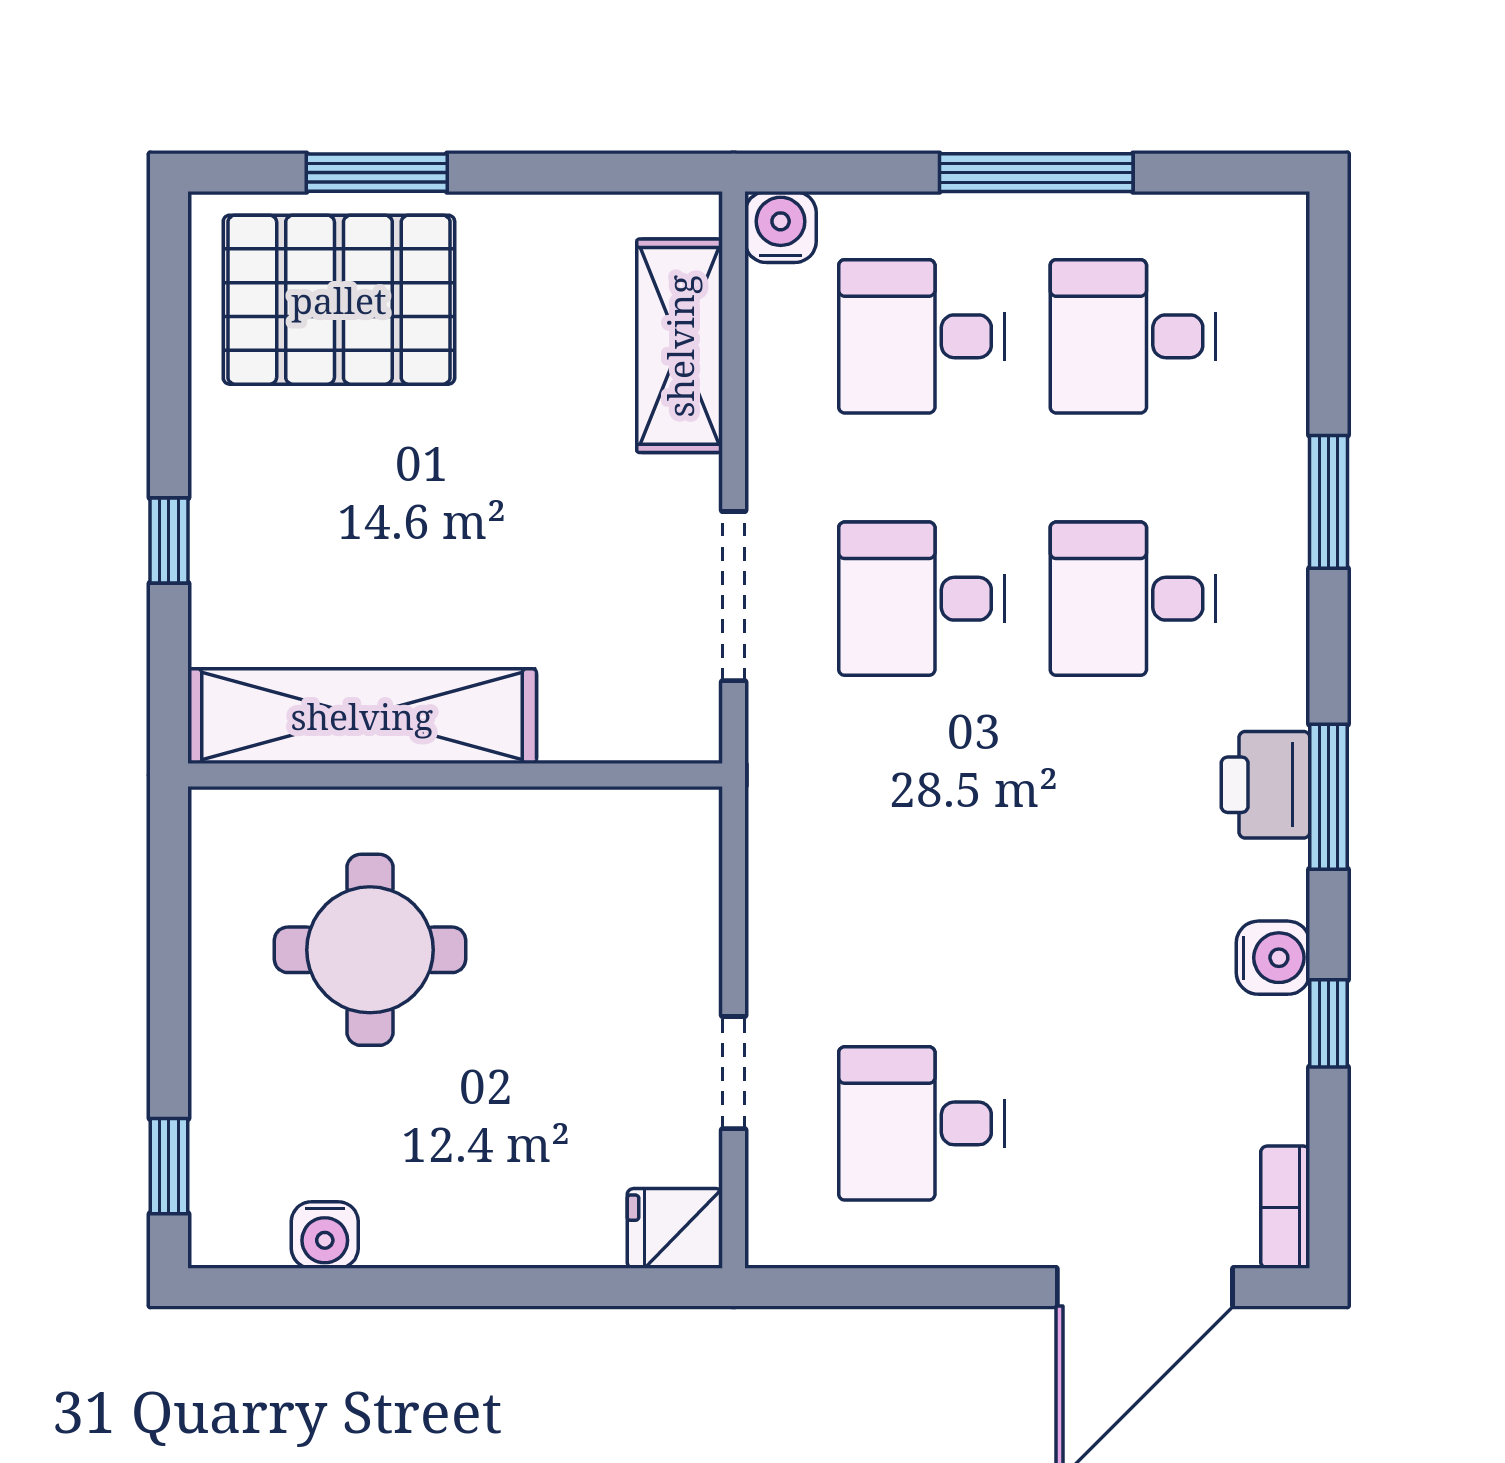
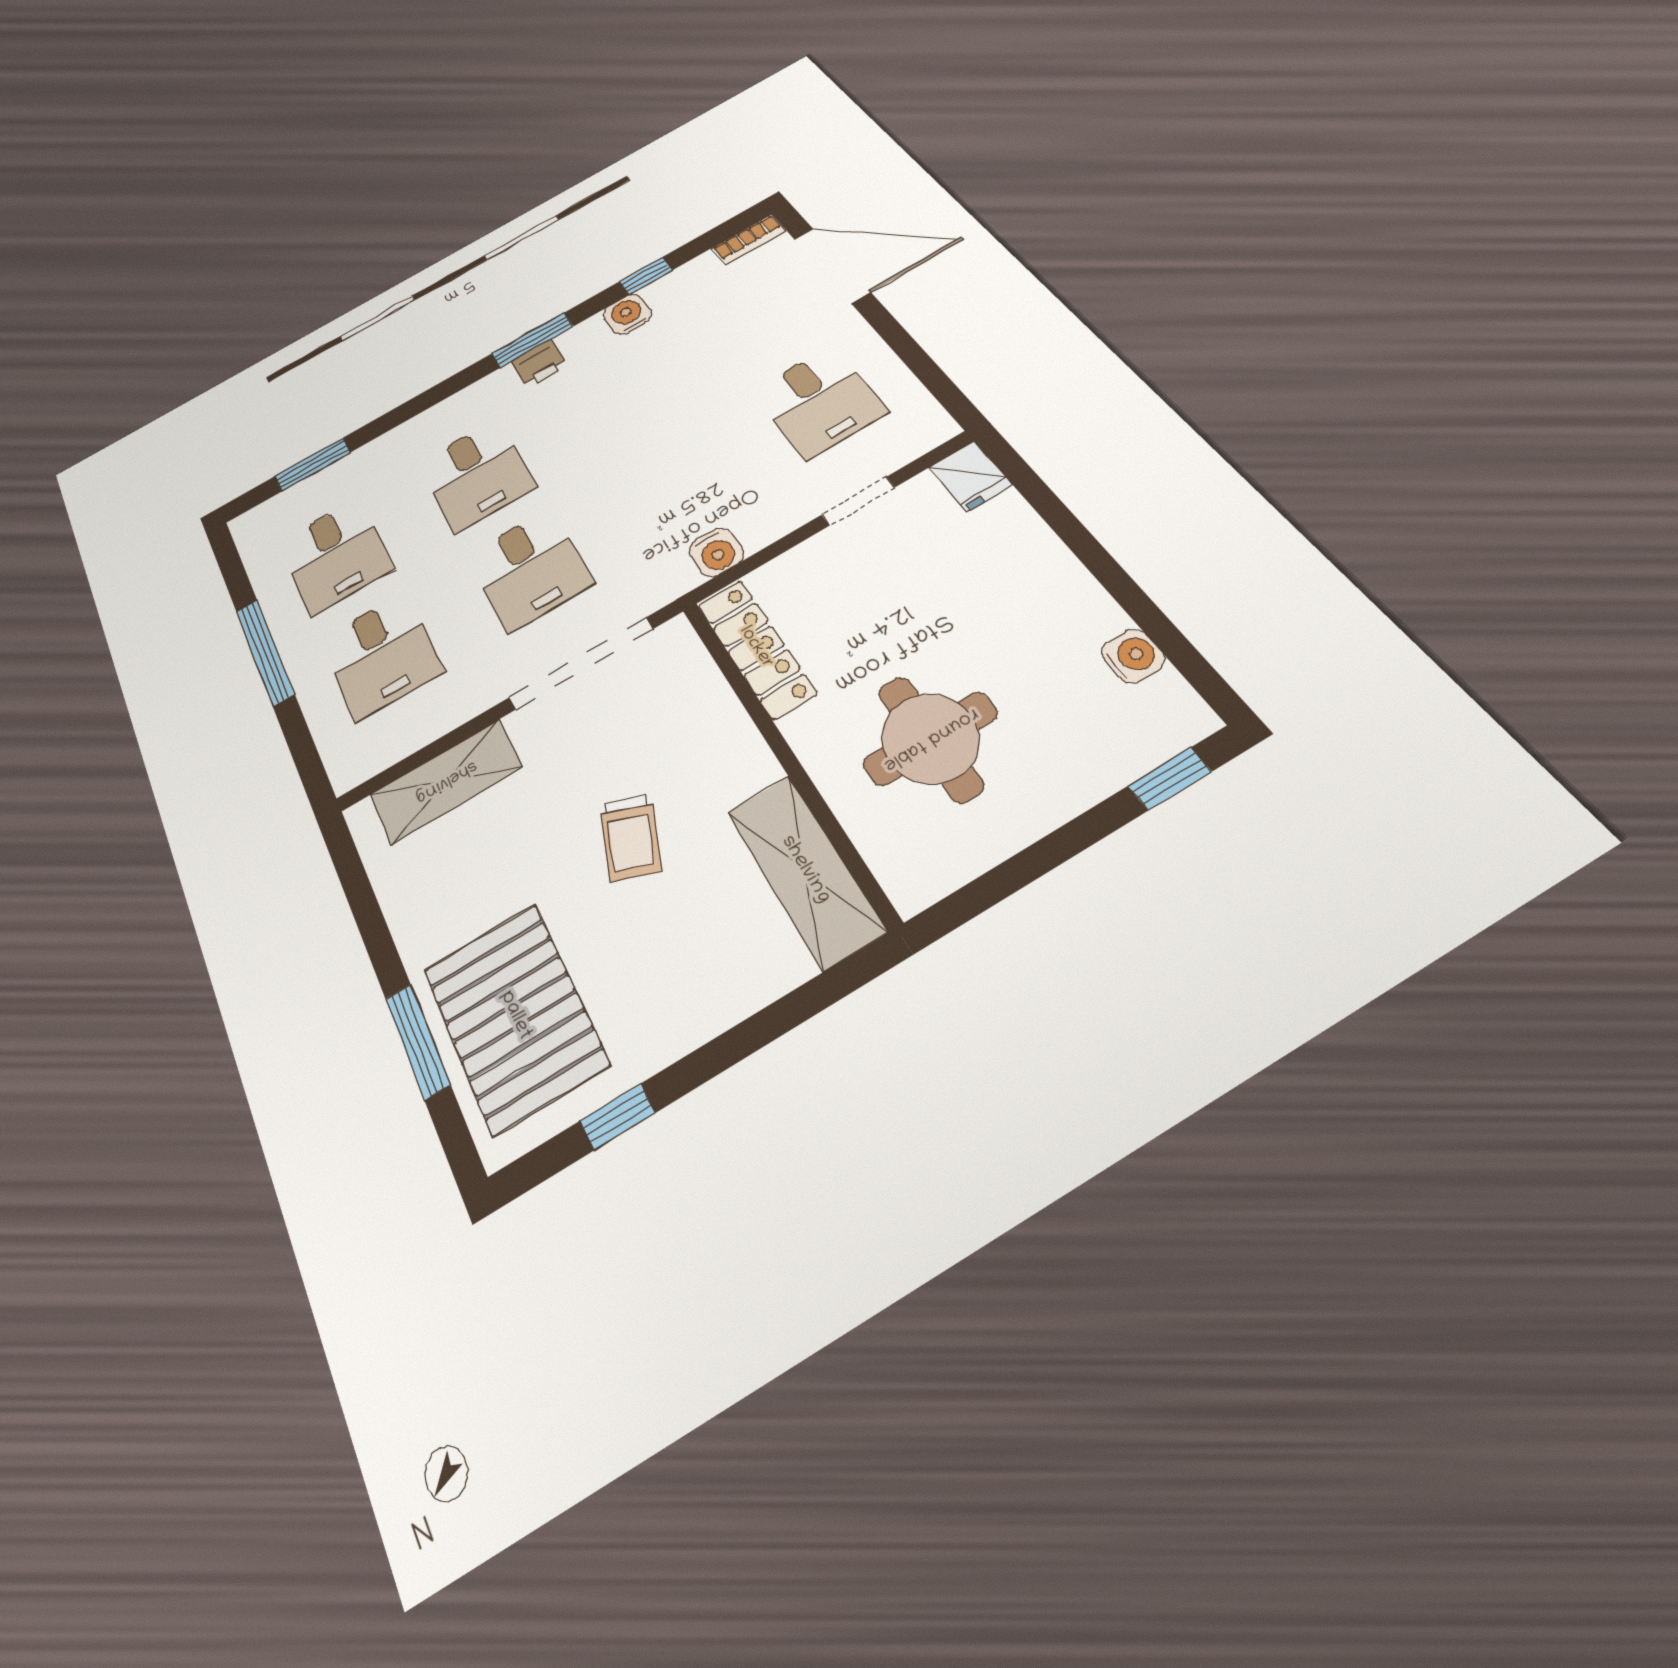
water cooler: (781, 227) -> (716, 552), moved, turned -90
window: (1329, 502) -> (313, 464), moved
trolley: (466, 539) -> (630, 837), added
window: (169, 540) -> (618, 1117), moved
doorway: (734, 596) -> (581, 663), width x1.36
shelving: (362, 716) -> (805, 870), width x0.68
printer: (1266, 785) -> (539, 364), width x0.73, depth x0.81
locker: (612, 823) -> (756, 648), added

